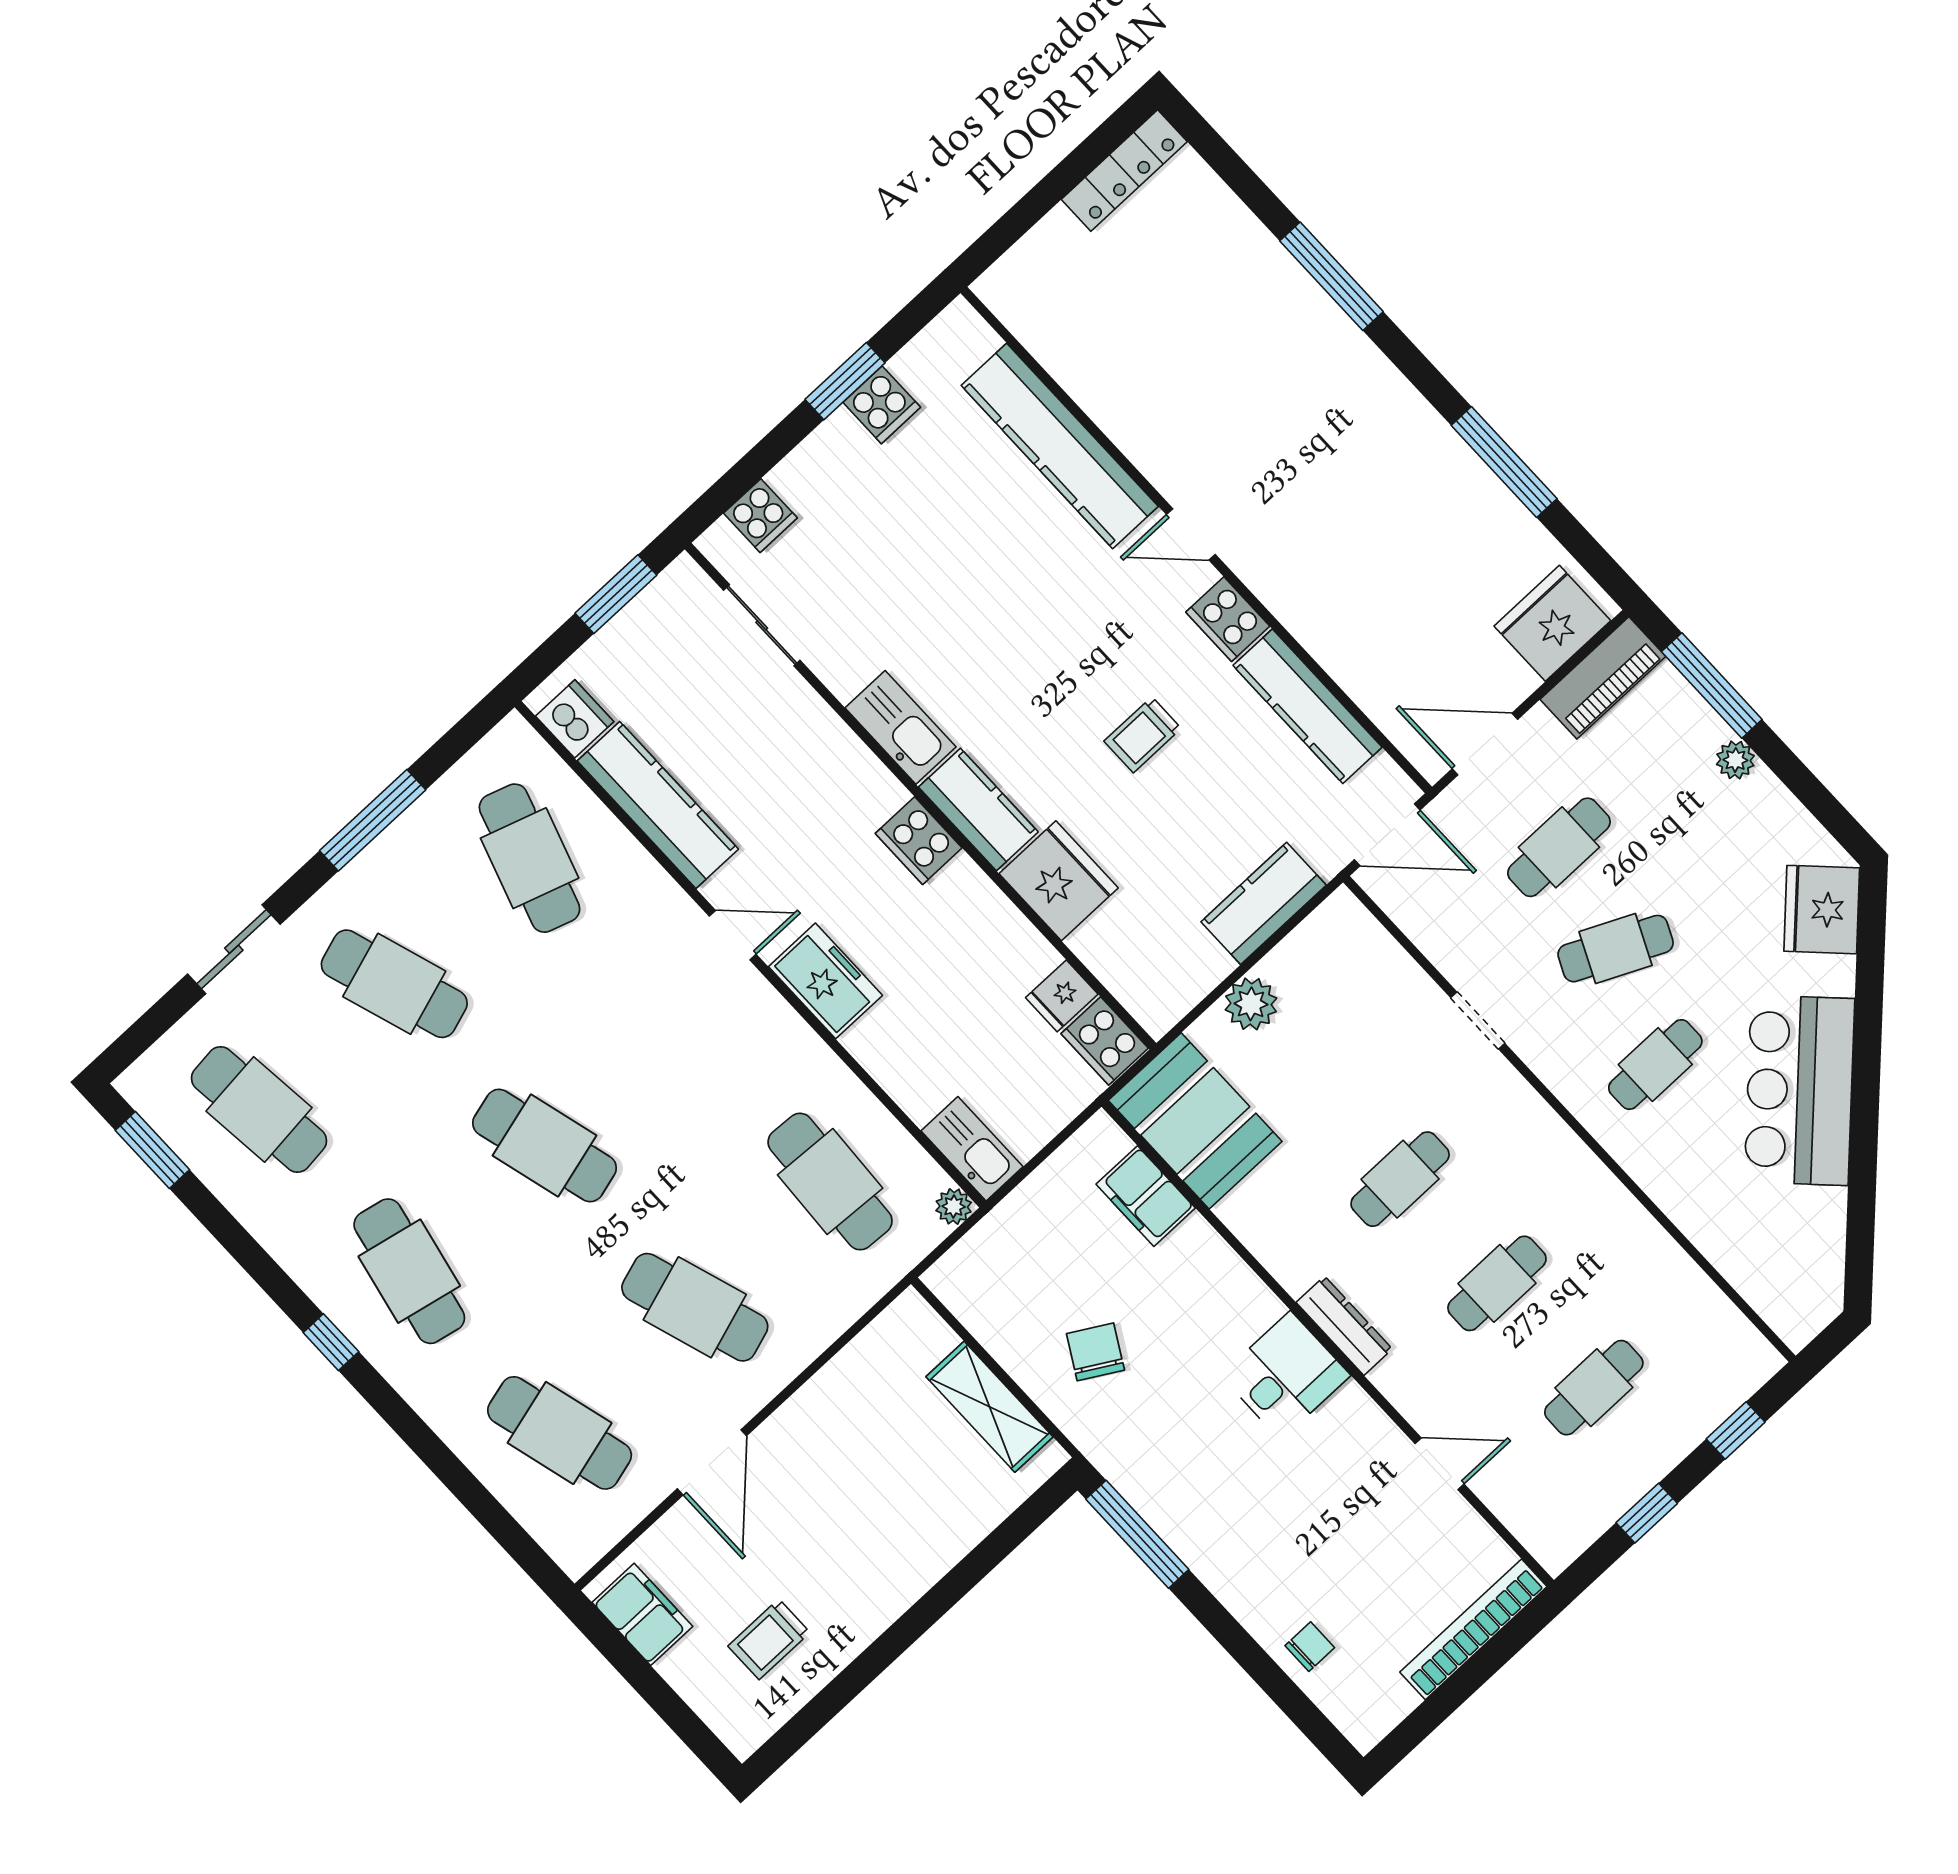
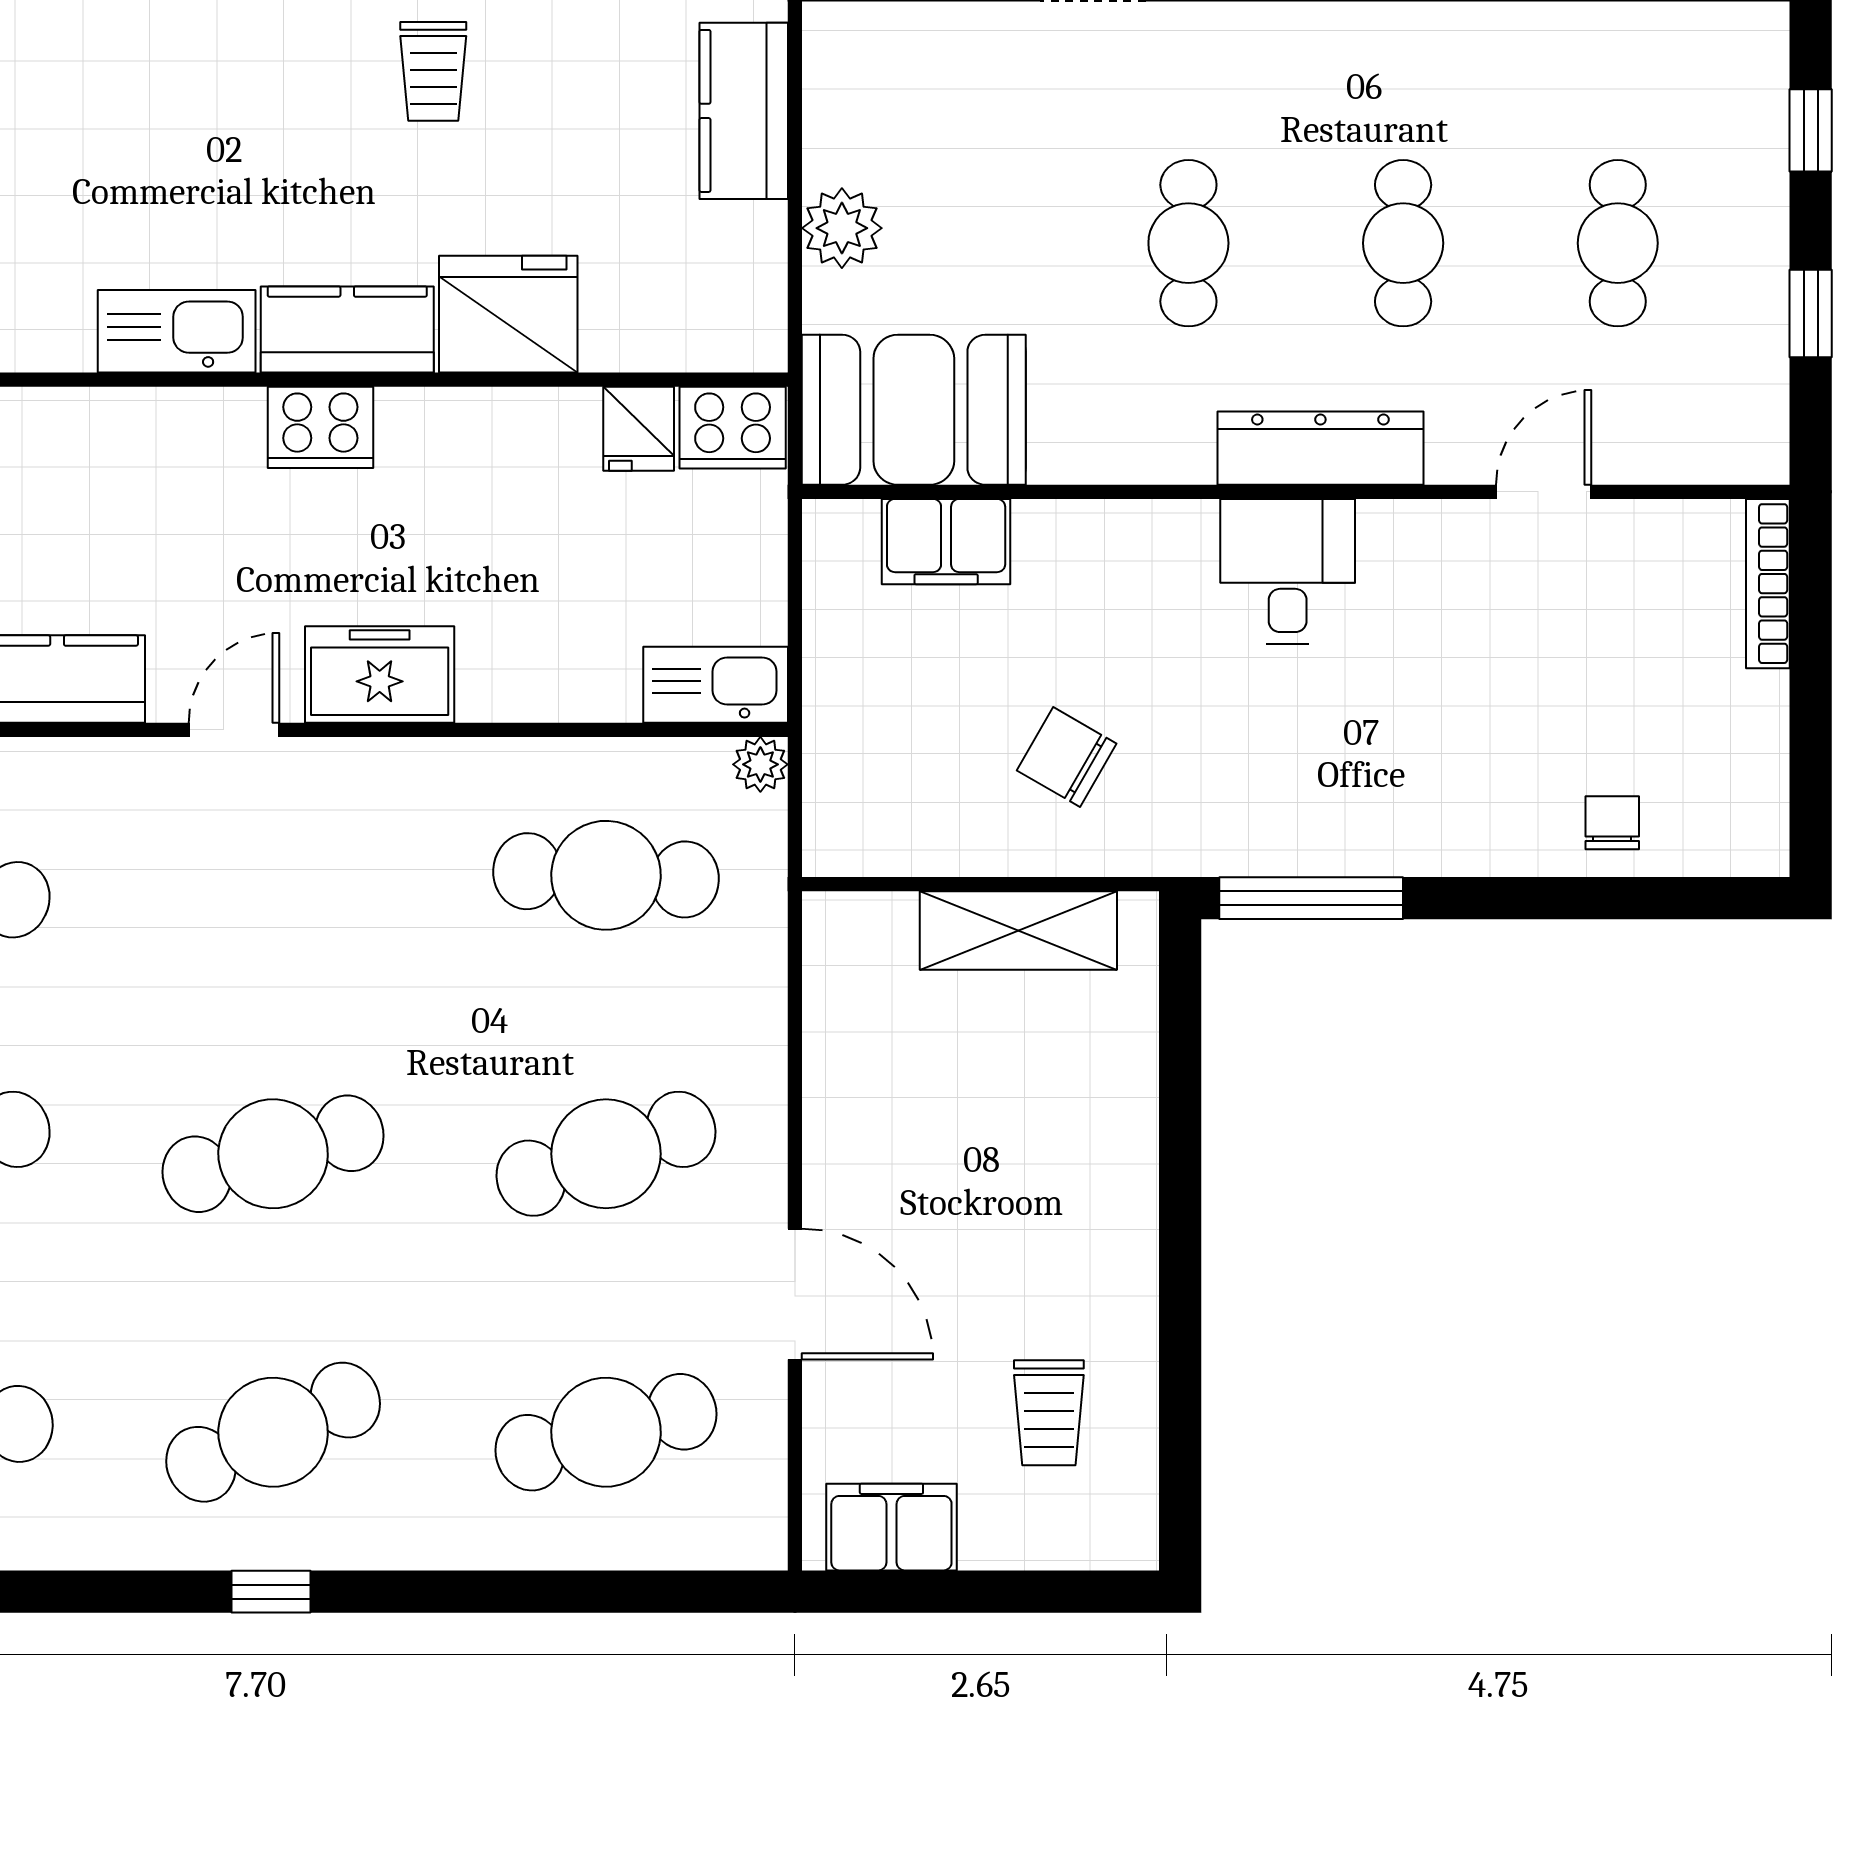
cafe table: (409, 1271) -> (273, 1432), turned -36
dresser: (1344, 1326) -> (1320, 448), width x1.37, depth x1.24
bookcase: (1473, 1629) -> (1768, 584), width x0.68, depth x0.76

